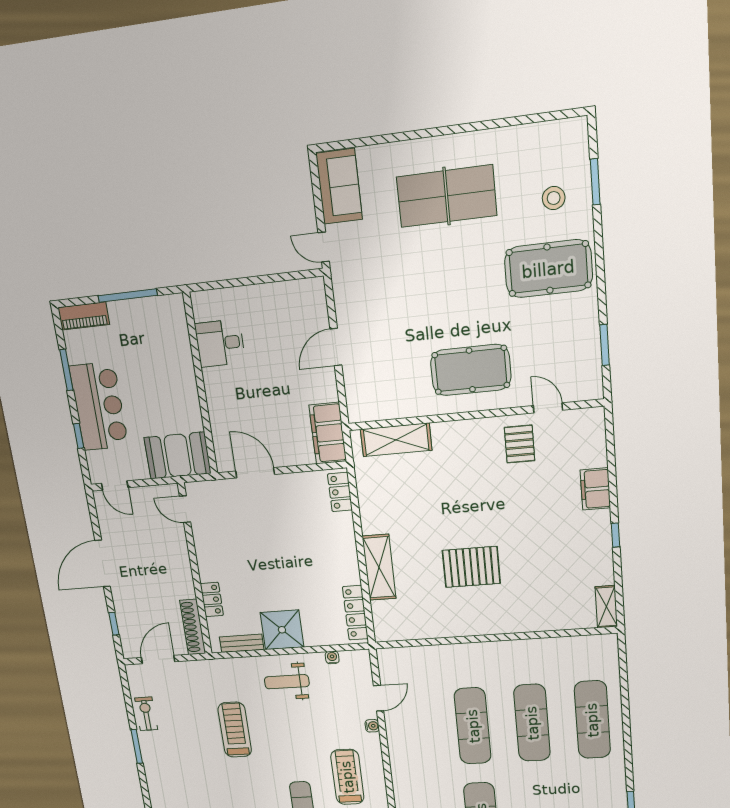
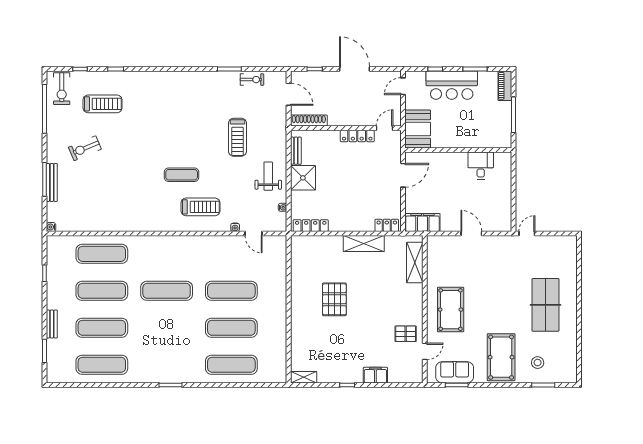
sofa: (339, 186) -> (455, 372), moved, turned 180
shelving: (379, 567) -> (364, 244), moved
locker: (212, 599) -> (357, 136), moved, width x1.53
treadmill: (235, 730) -> (237, 137), turned 90

